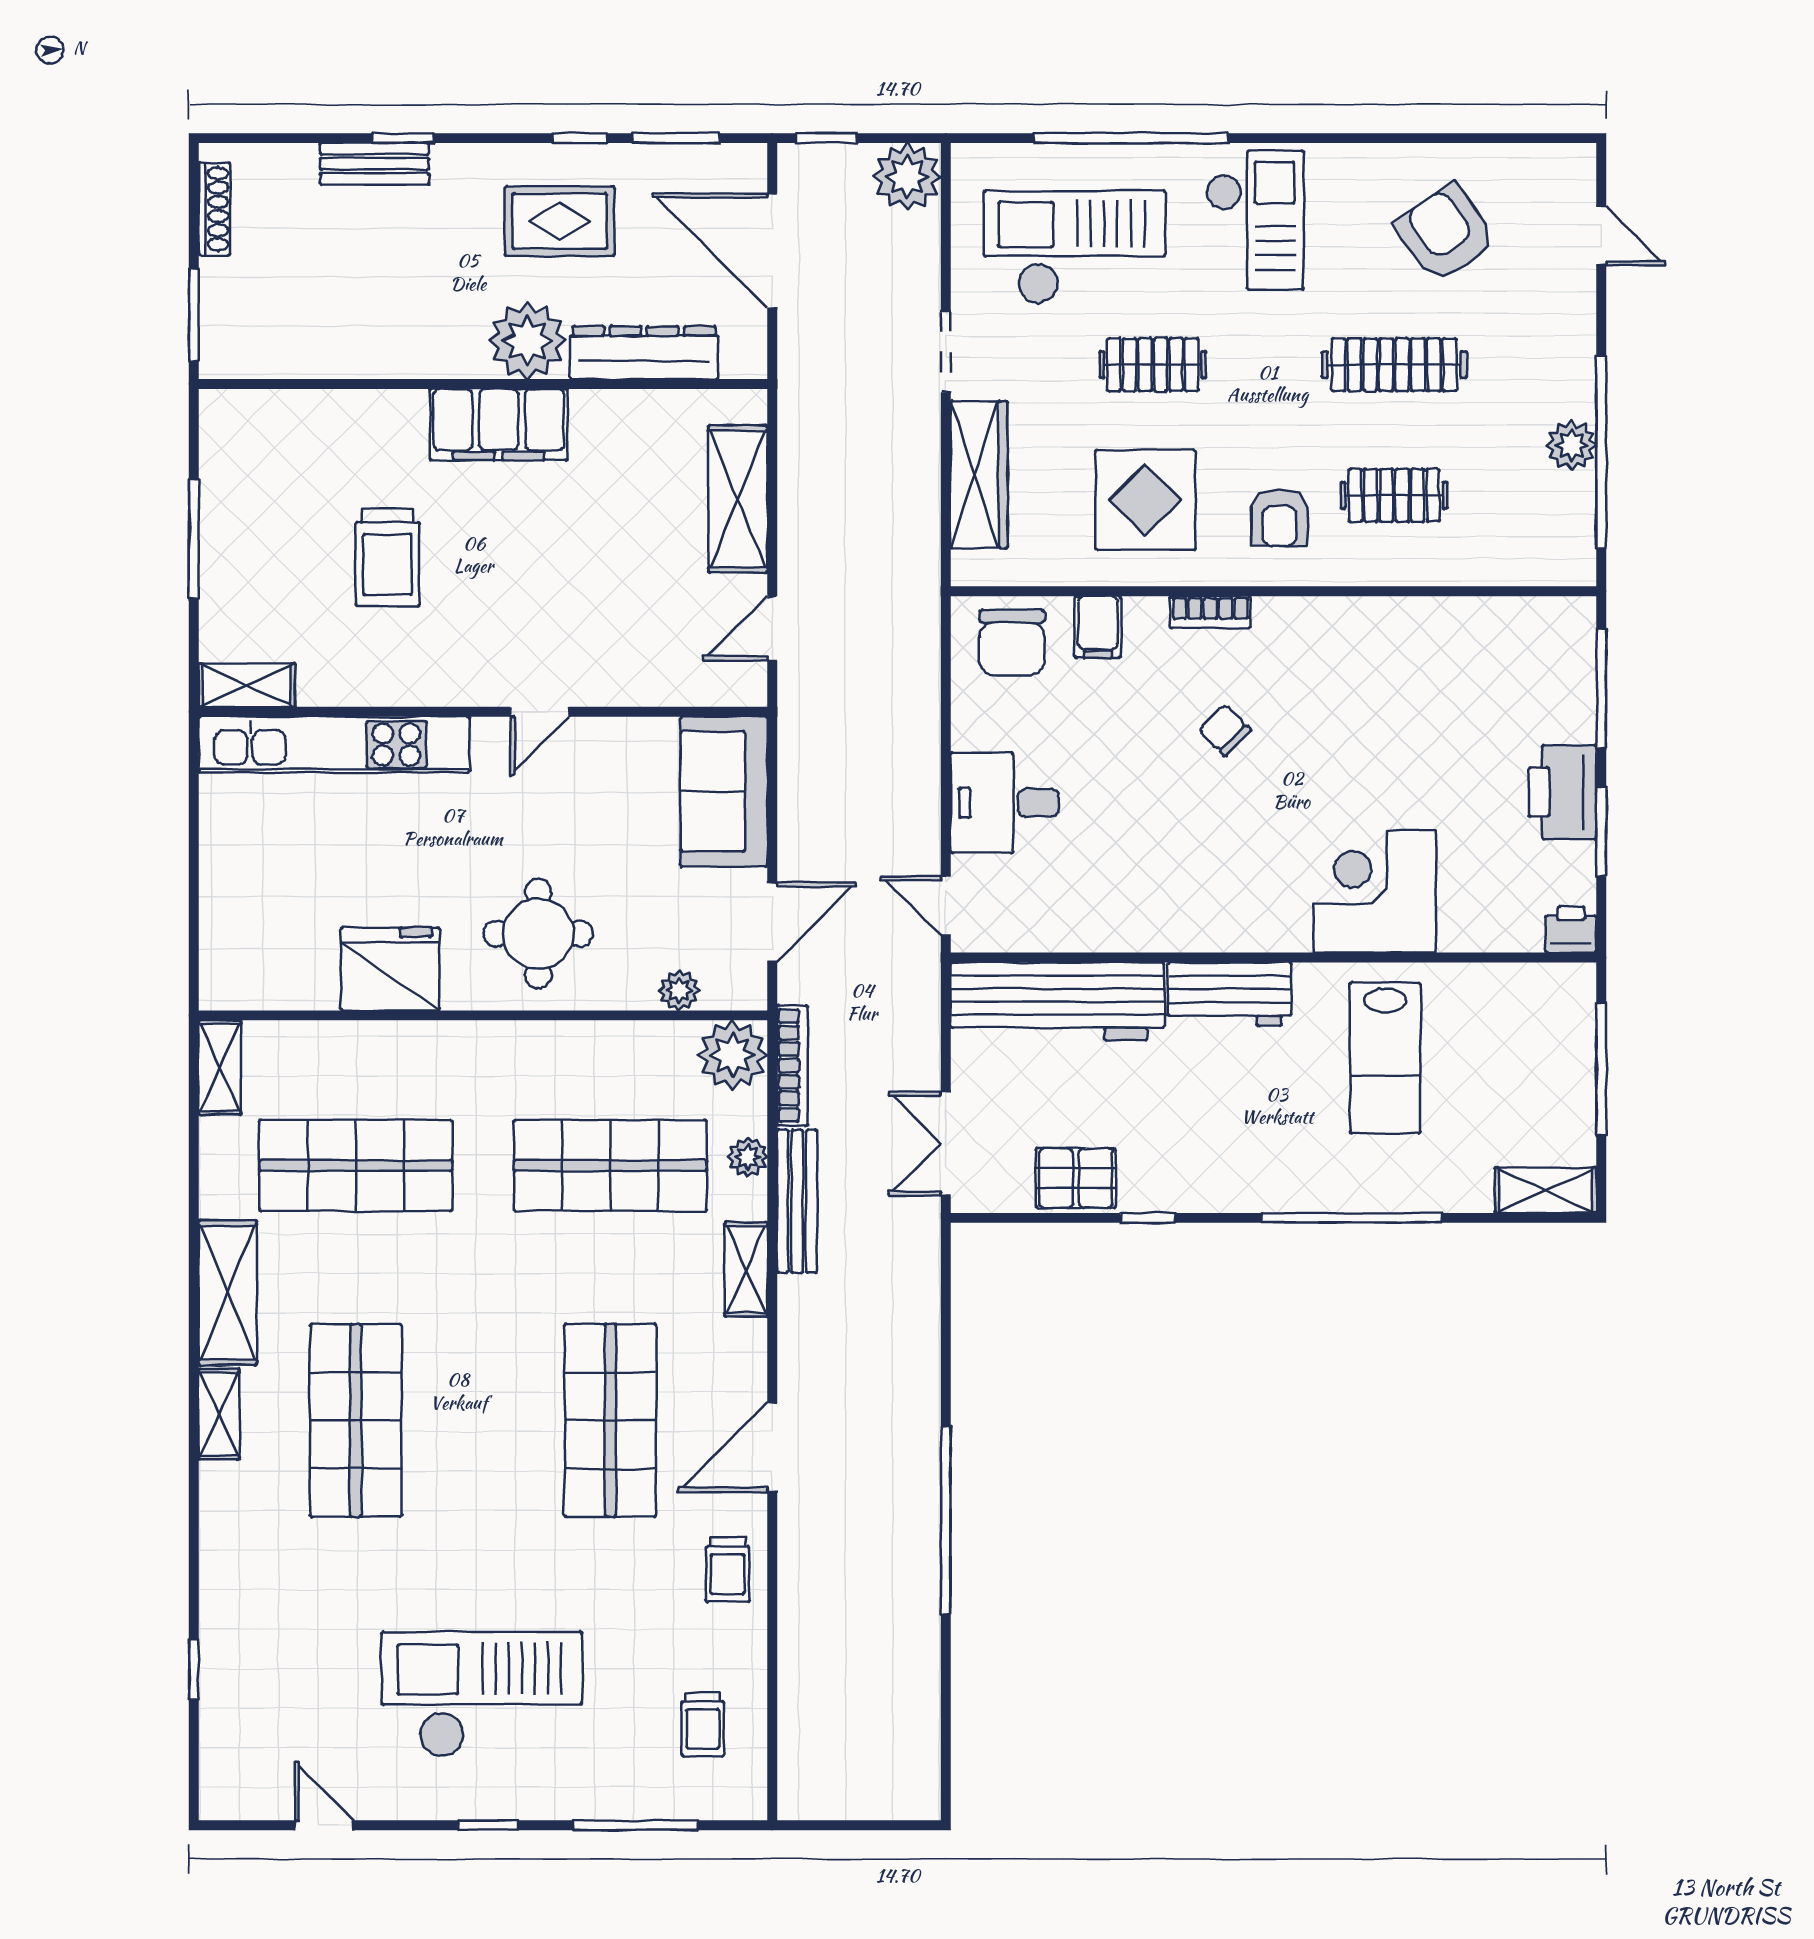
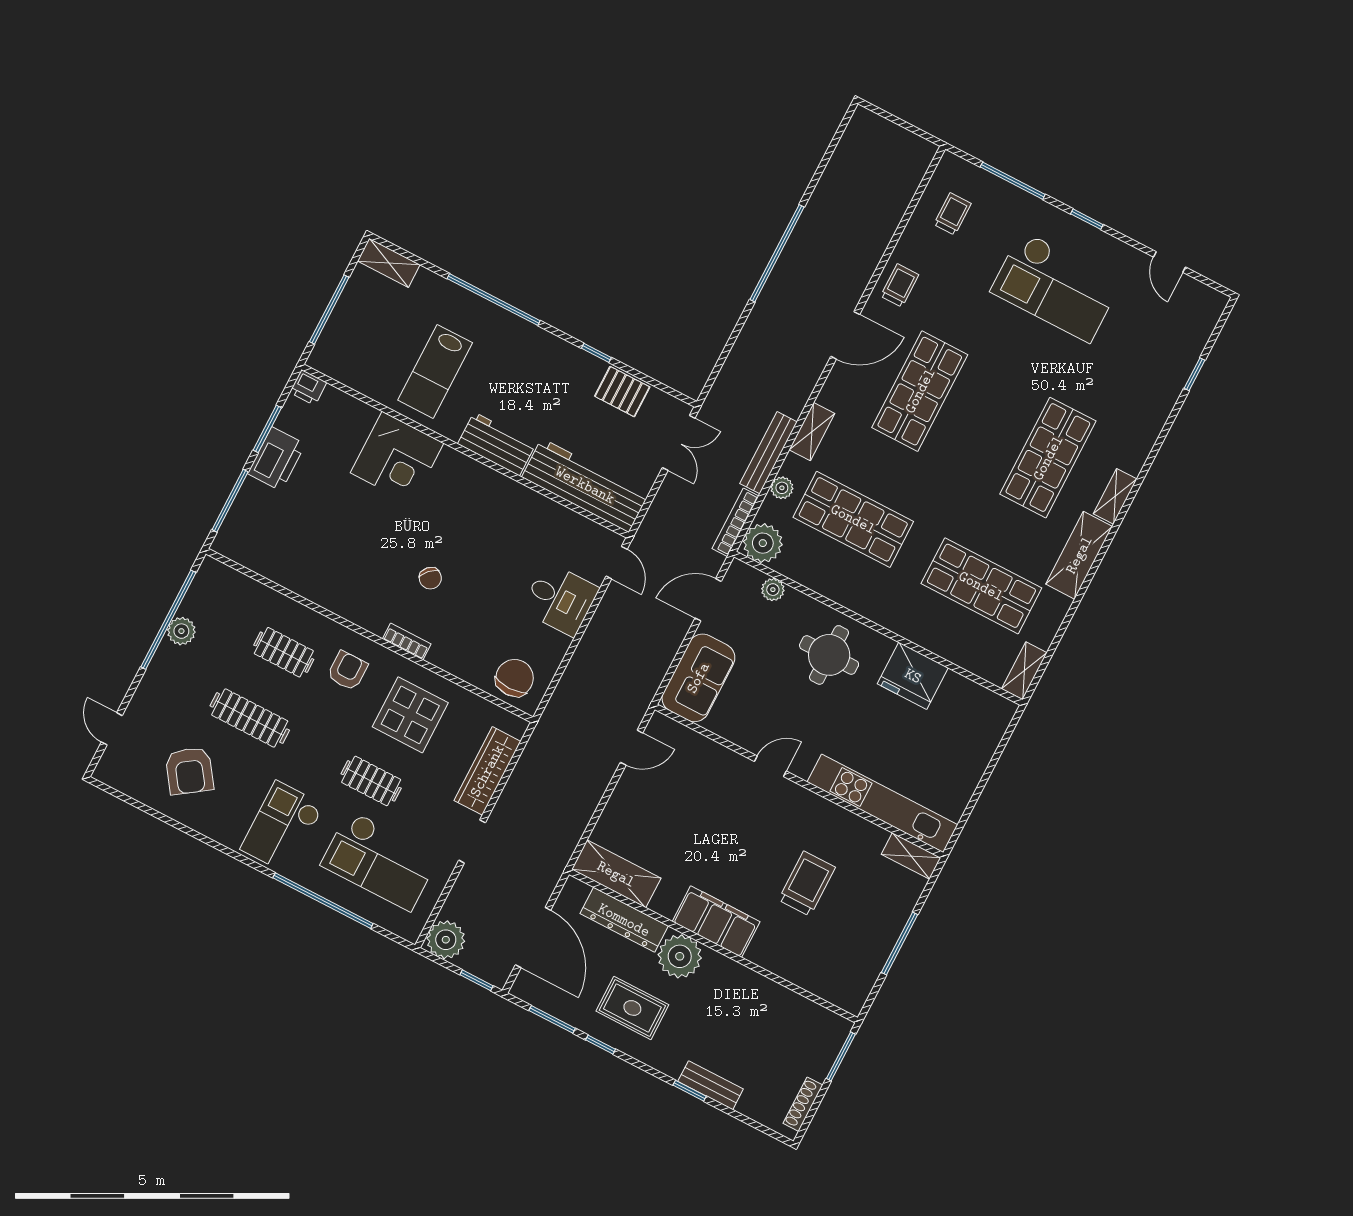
shelving: (738, 499) -> (616, 874), moved, turned 90
filing cabinet: (1098, 627) -> (467, 663), removed
lab bench: (1385, 1058) -> (435, 371), turned 180

